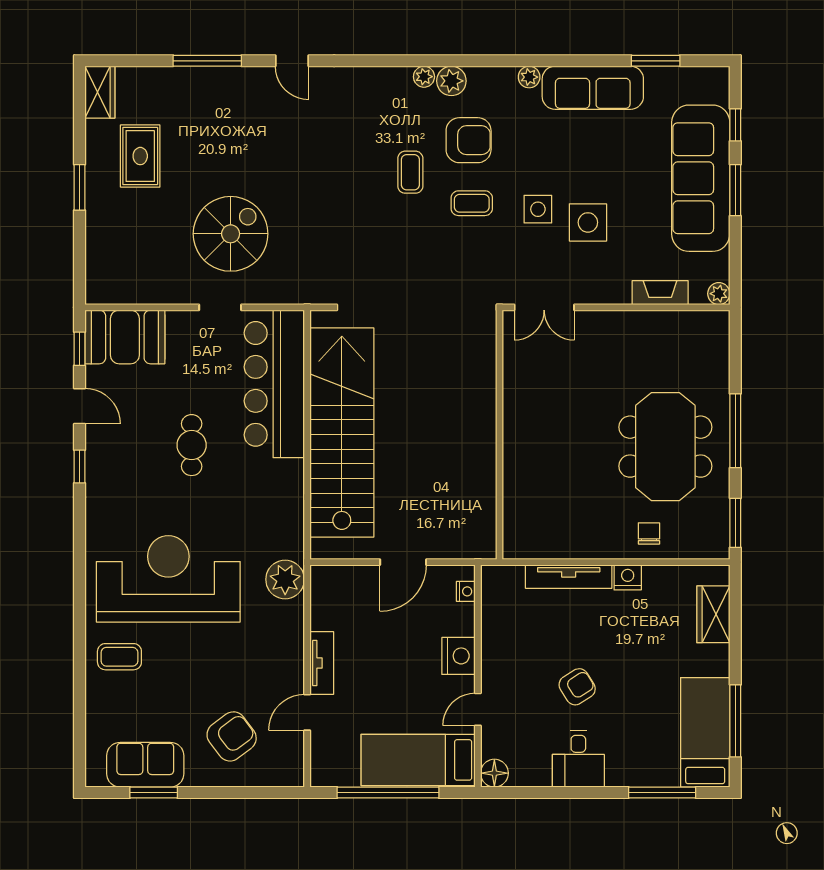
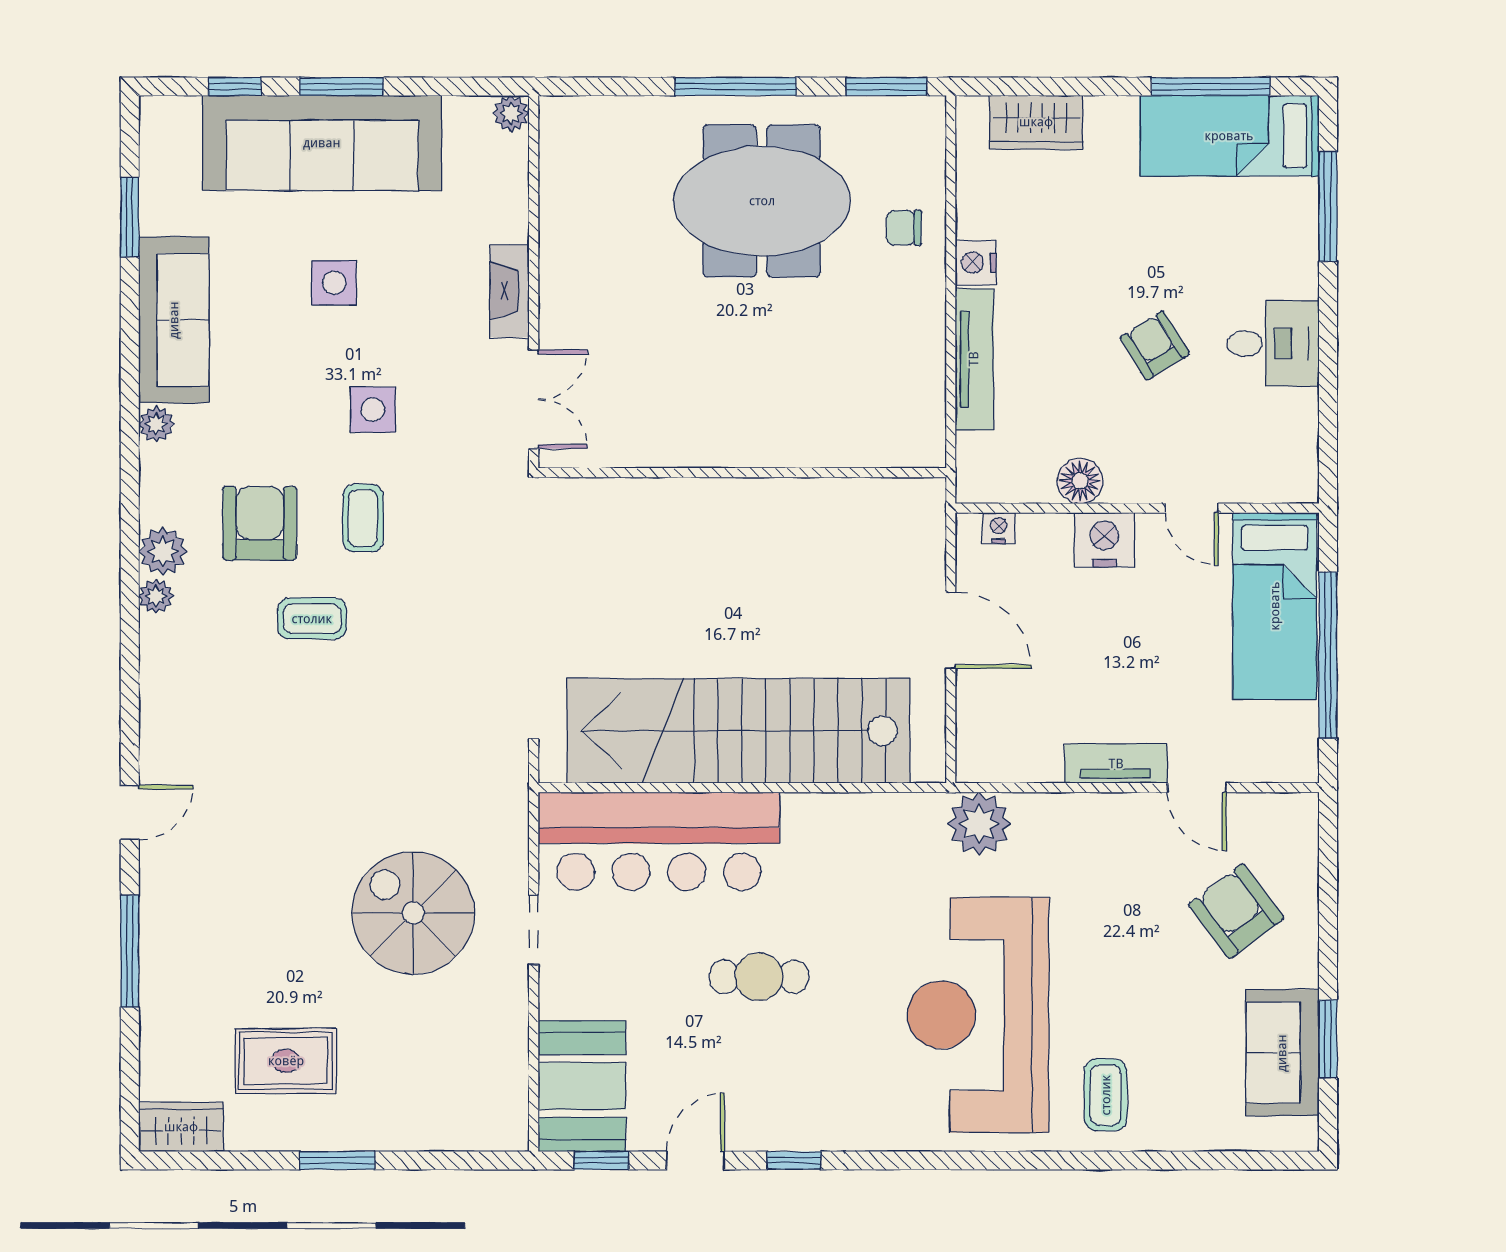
side table: (588, 222) -> (334, 283), moved, width x0.73, depth x0.73
fireplace: (660, 293) -> (510, 291), moved
floor lamp: (494, 773) -> (1080, 481), moved

